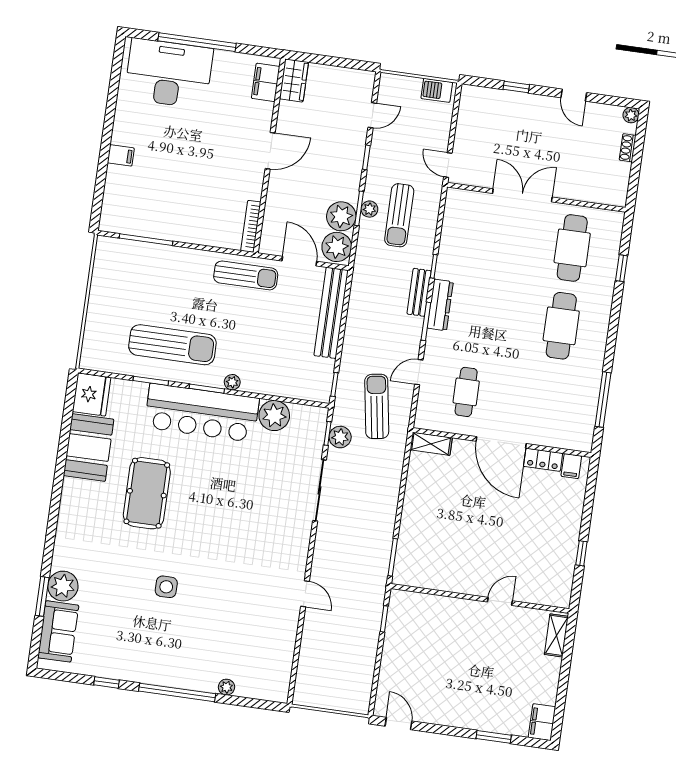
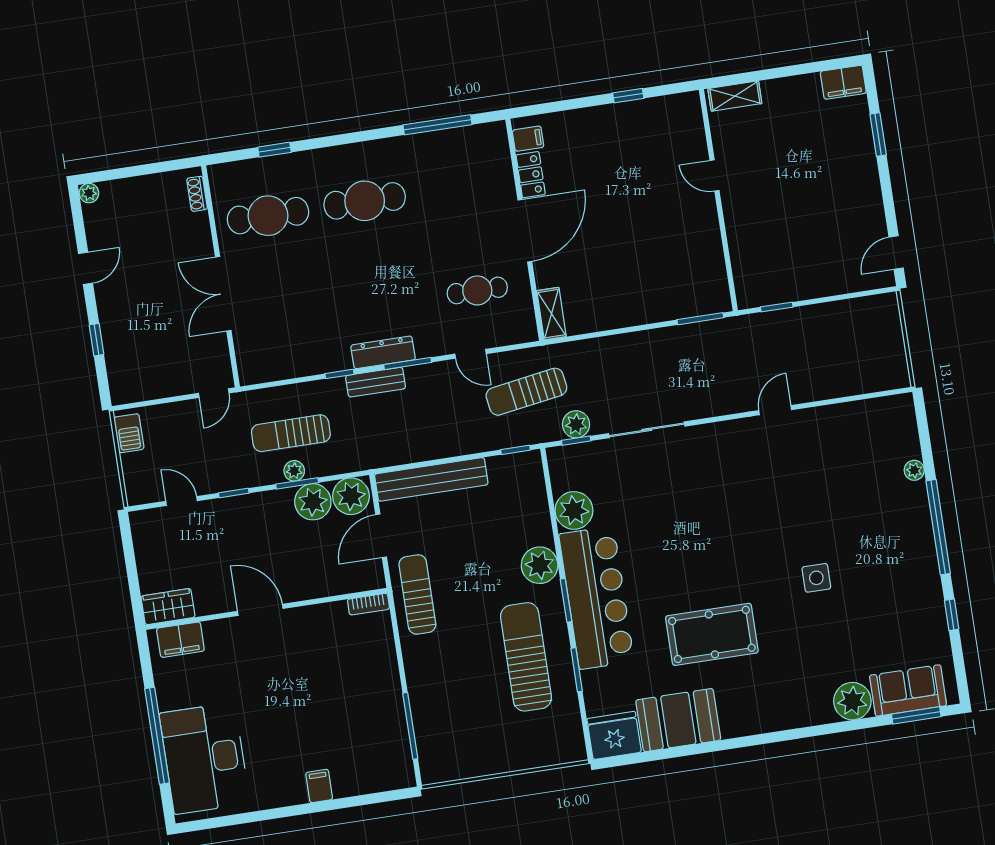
shoe rack: (628, 148) -> (197, 194), moved, turned 90
sun lounger: (399, 215) -> (291, 433), turned 180
bookcase: (251, 226) -> (368, 604), width x0.64
plant: (232, 382) -> (540, 565), width x1.88, depth x1.88
window: (42, 596) -> (916, 715), moved

